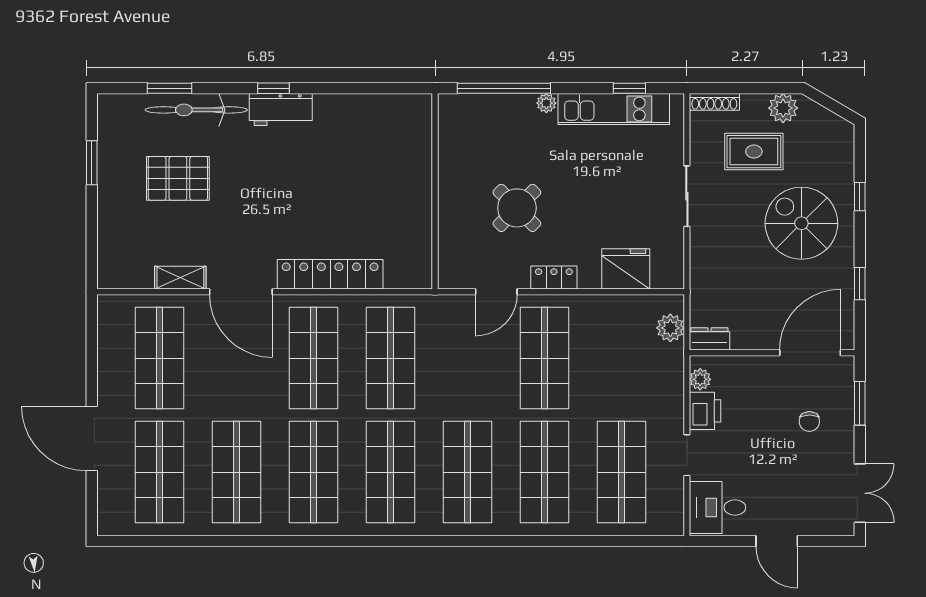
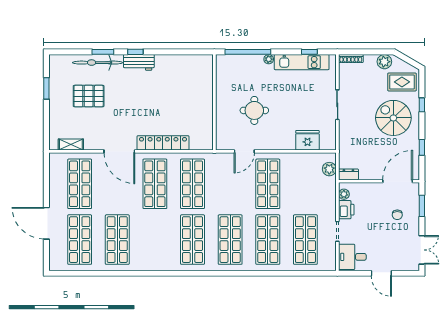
window: (169, 88) -> (103, 52), moved
rug: (754, 152) -> (402, 82), moved
round table: (517, 208) -> (254, 110), turned 45
shelving: (180, 278) -> (71, 145), moved
locker: (554, 278) -> (272, 144), removed
shop shelf: (314, 472) -> (155, 240), removed

